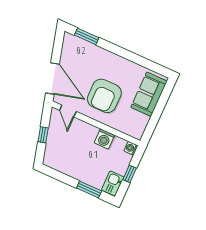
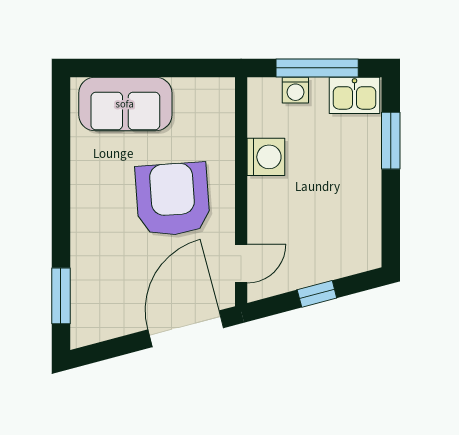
armchair: (104, 96) -> (173, 199), turned -94
washing machine: (131, 148) -> (295, 90), moved
window: (130, 174) -> (317, 68), width x2.17

